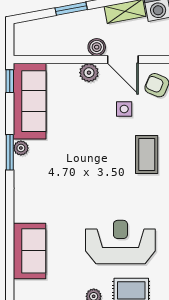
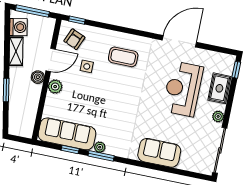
window: (10, 81) -> (70, 149), moved
sofa: (30, 251) -> (159, 153), moved

